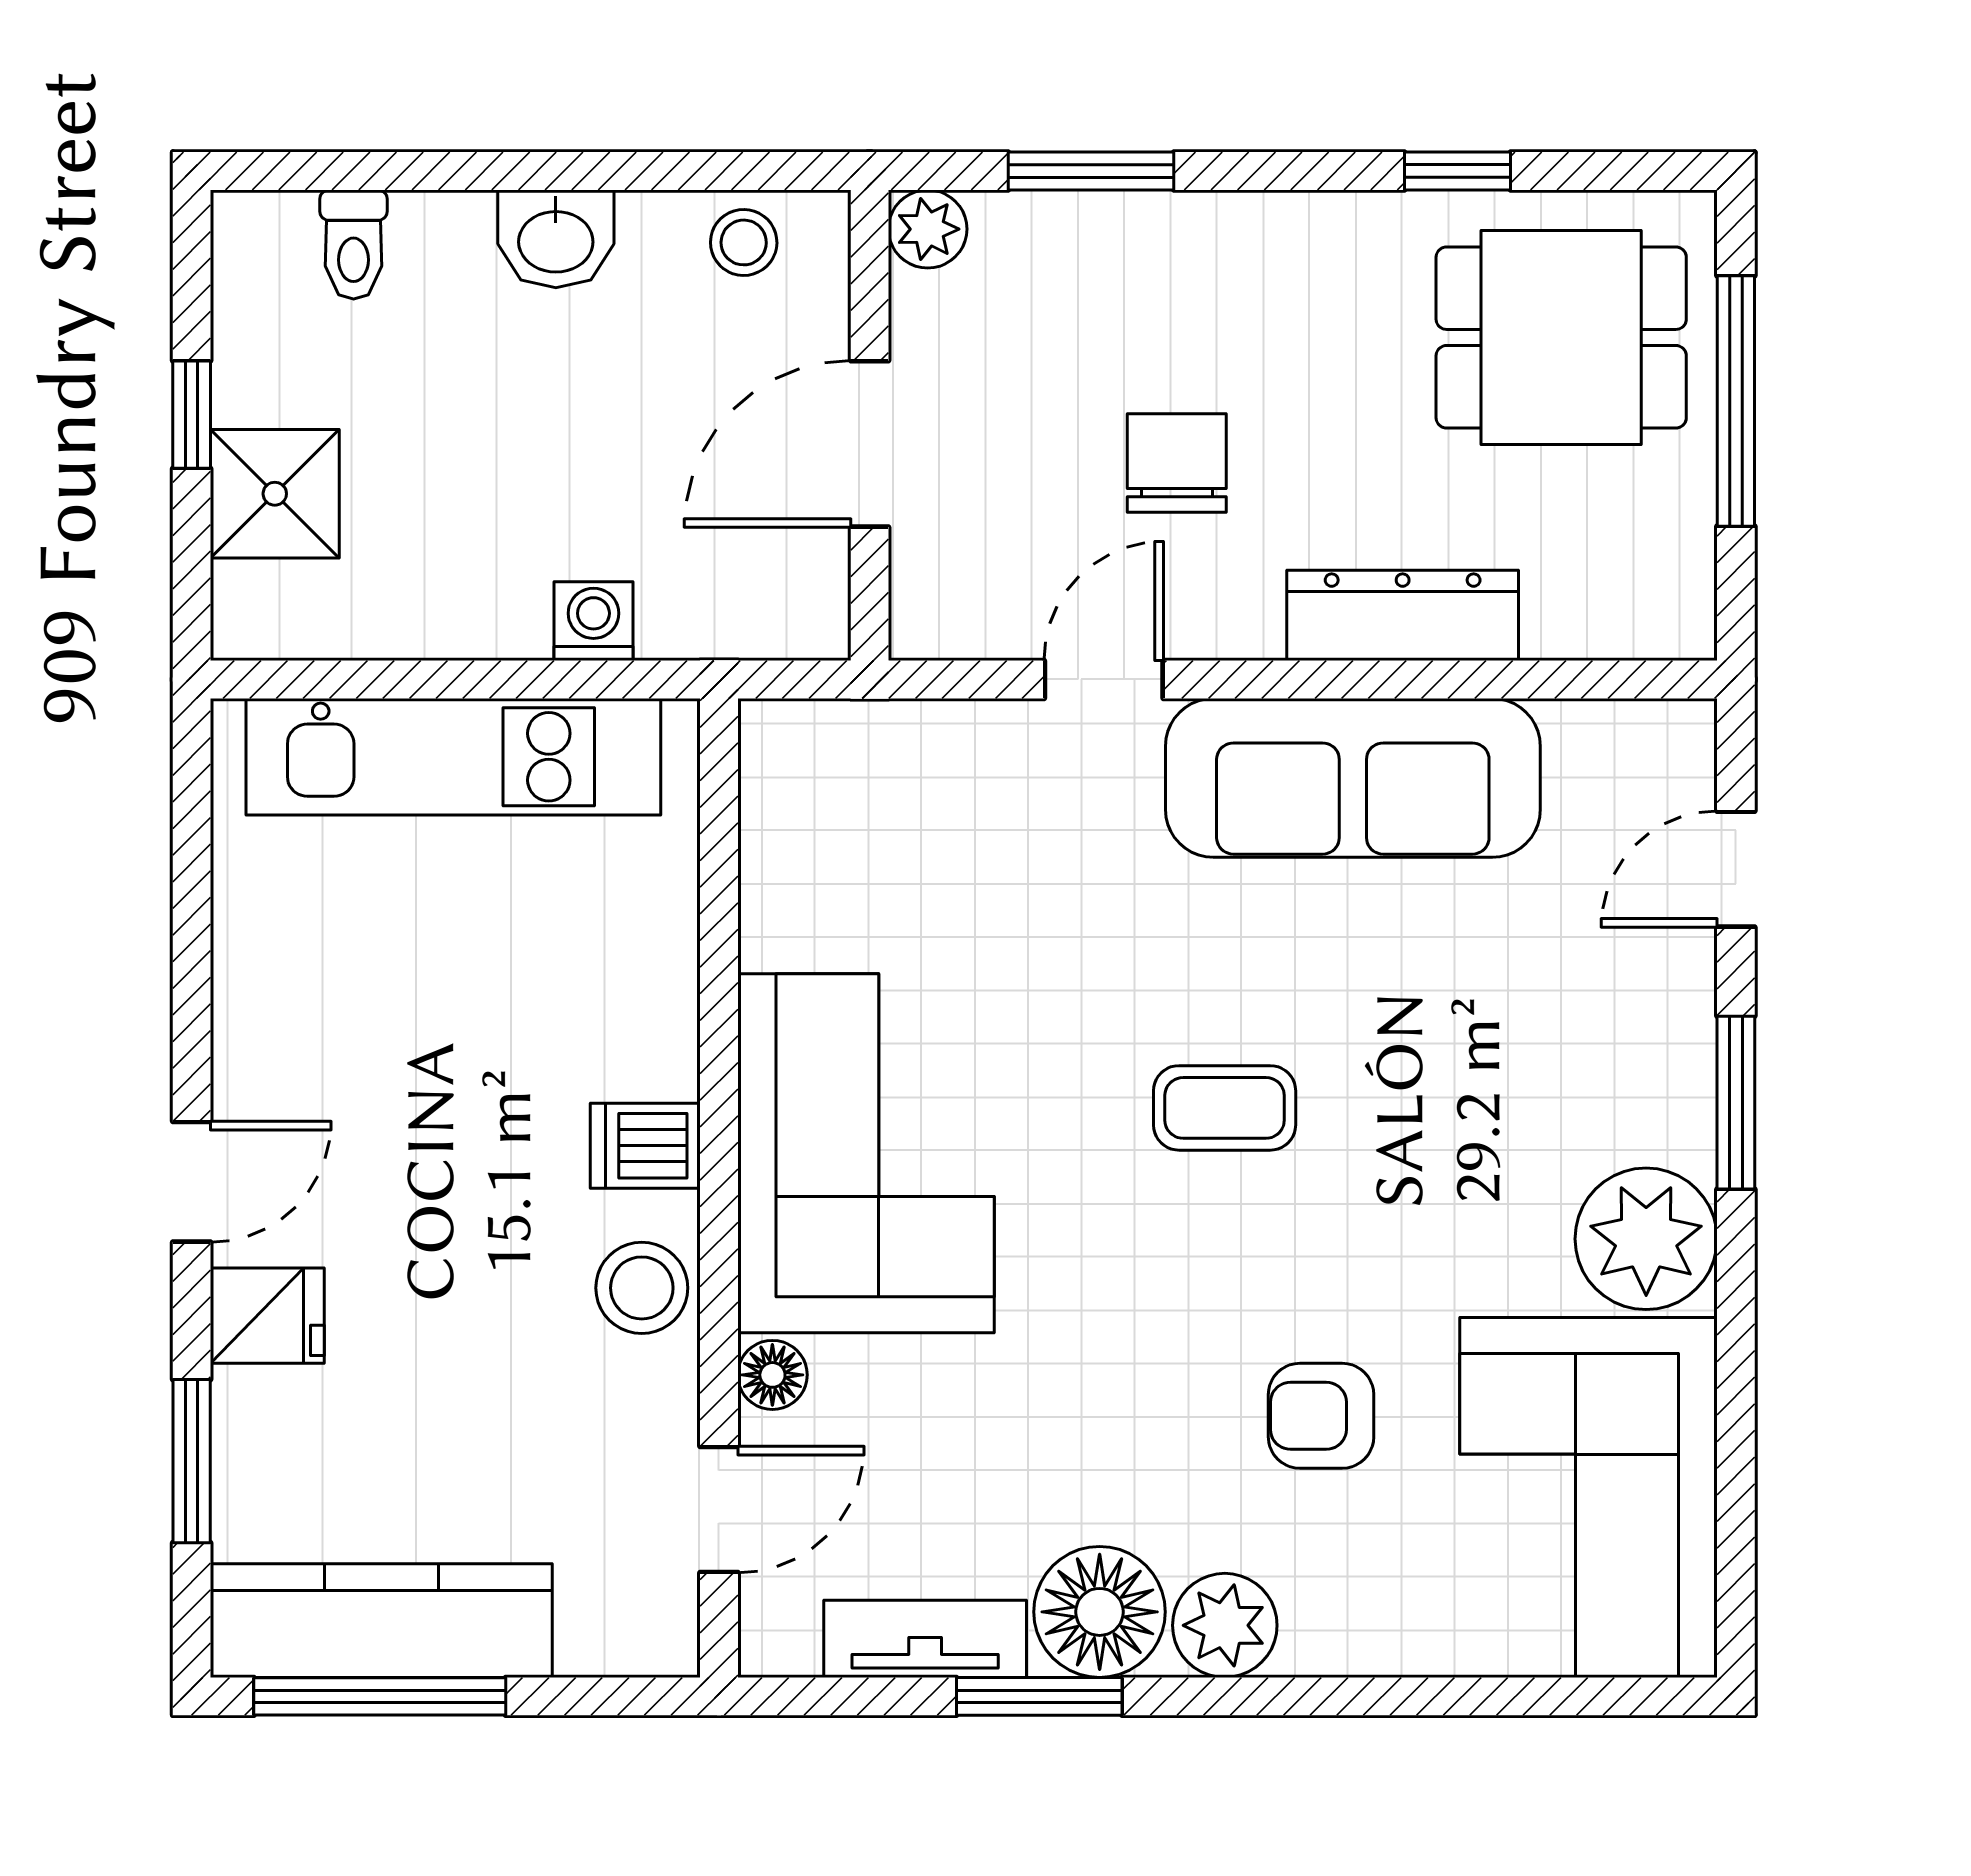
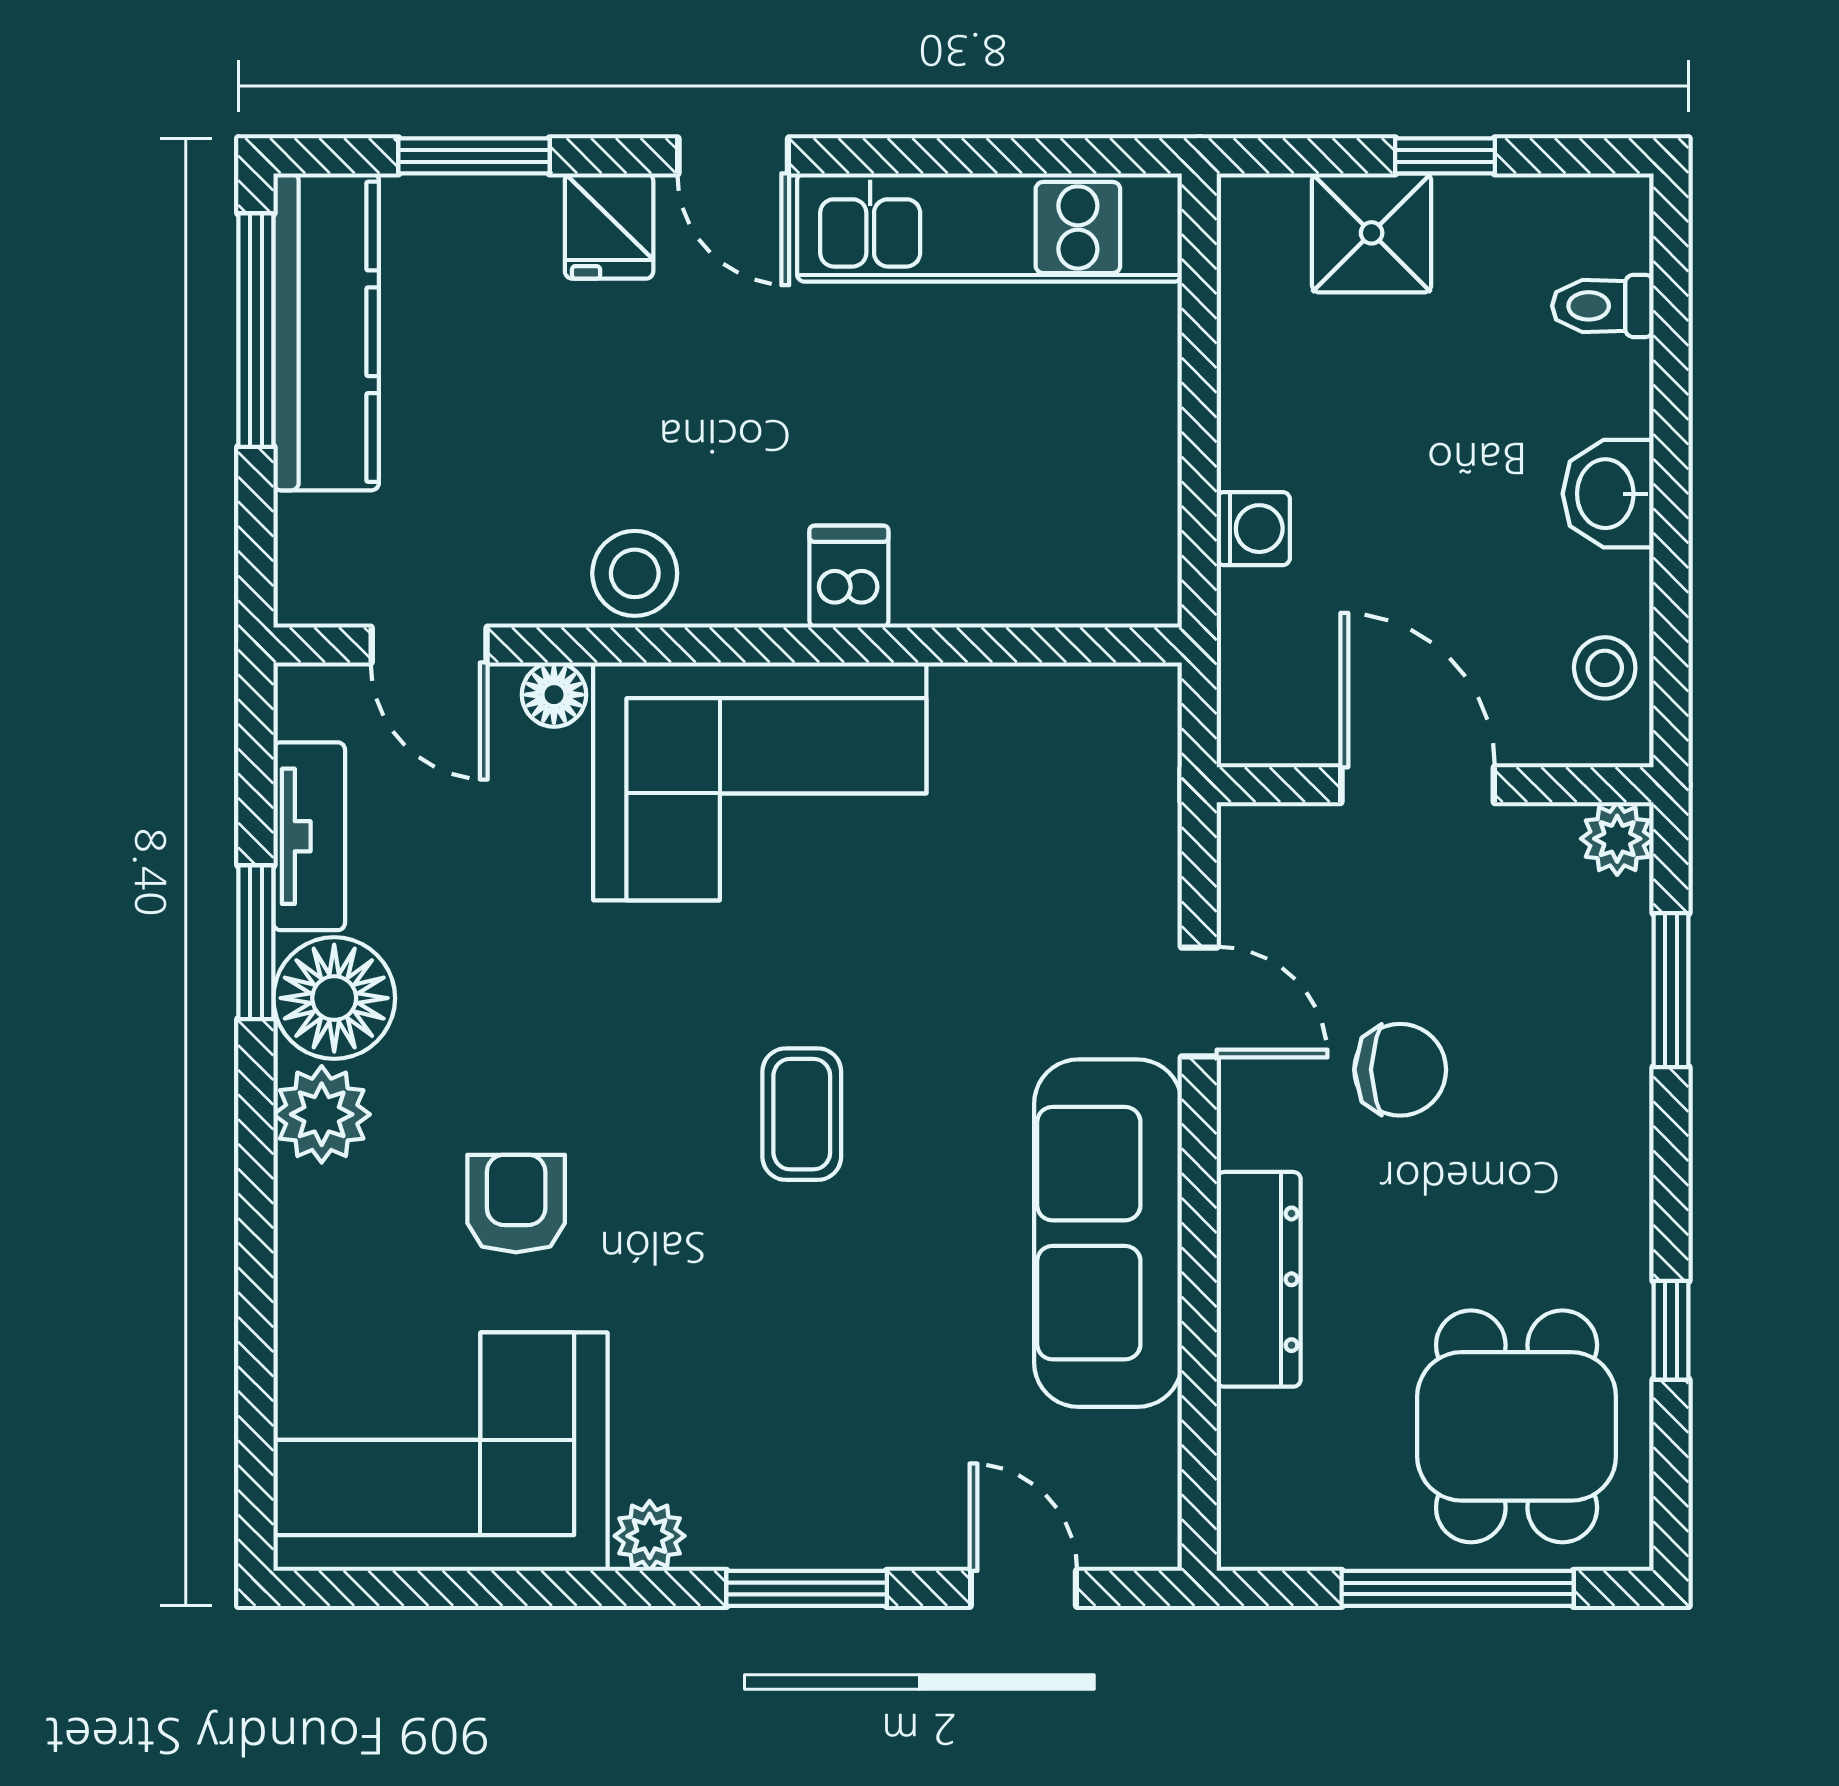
kitchen unit: (453, 757) -> (989, 227), moved, turned -90
dishwasher: (645, 1146) -> (849, 577), moved
plant: (1646, 1239) -> (650, 1536), width x0.53, depth x0.53

